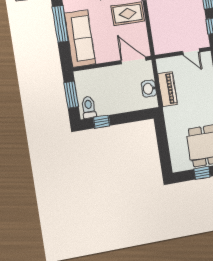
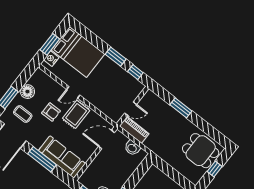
door: (191, 52) -> (131, 109), moved
piano: (167, 89) -> (134, 130), moved

